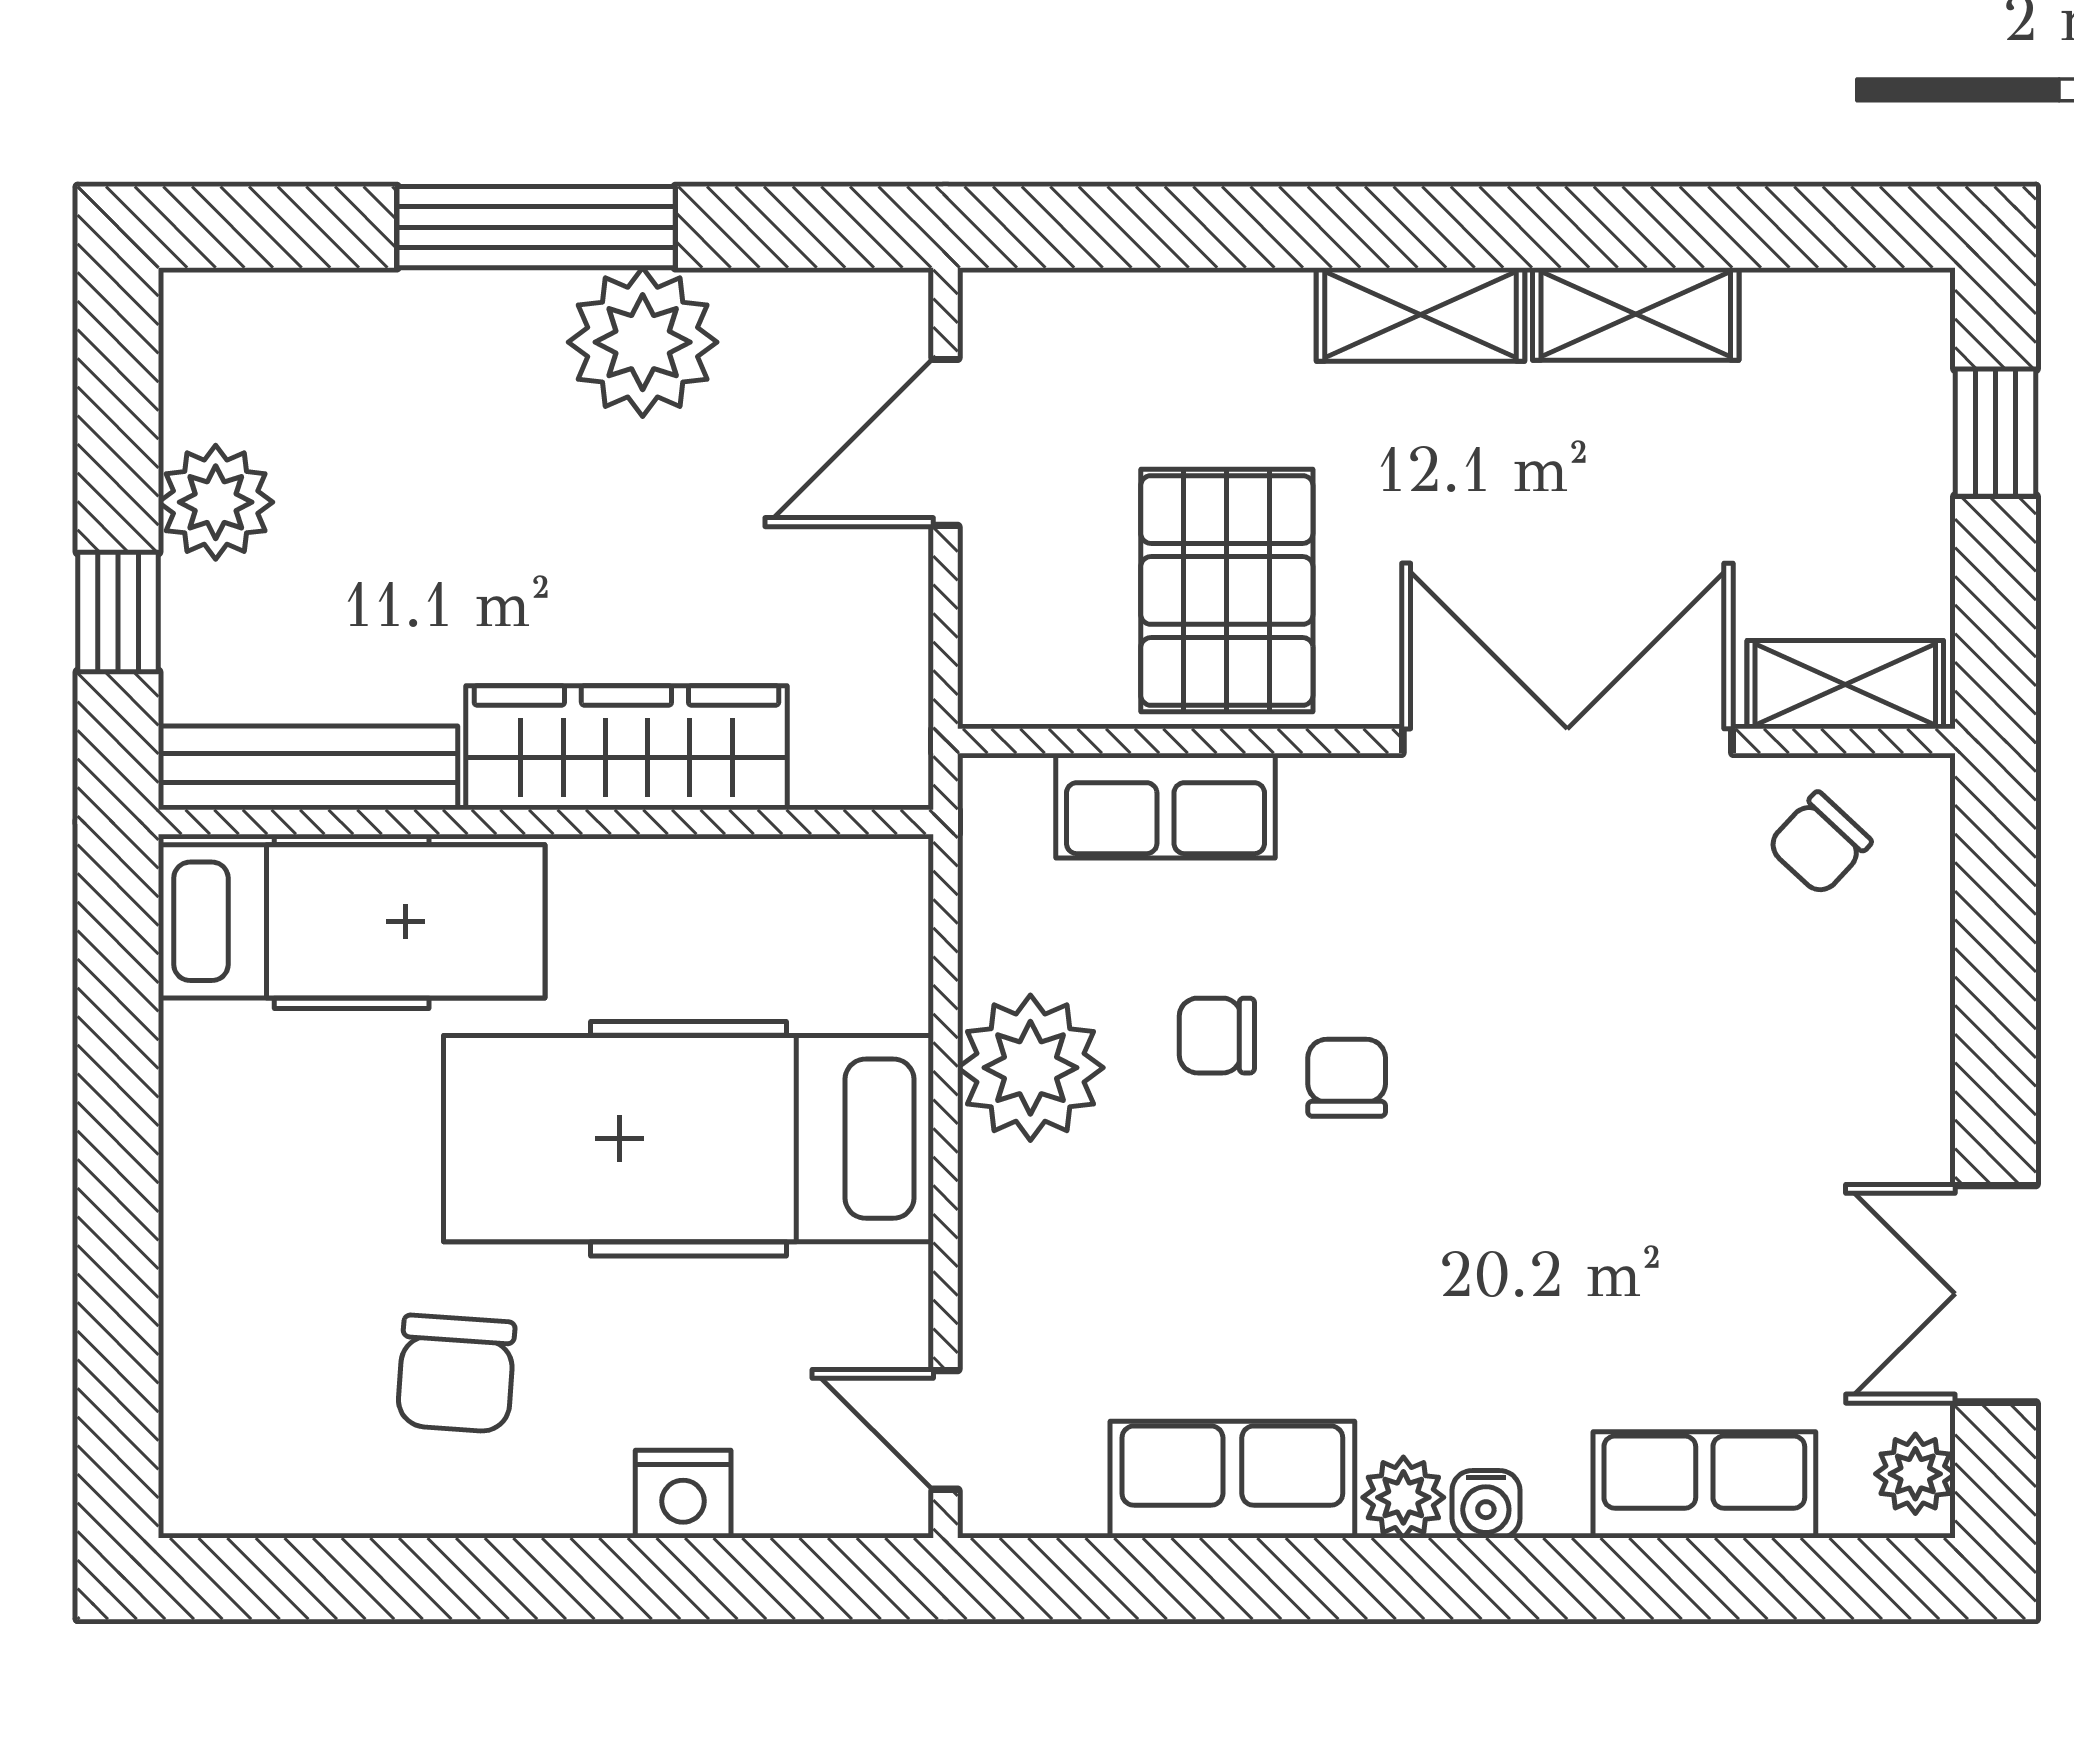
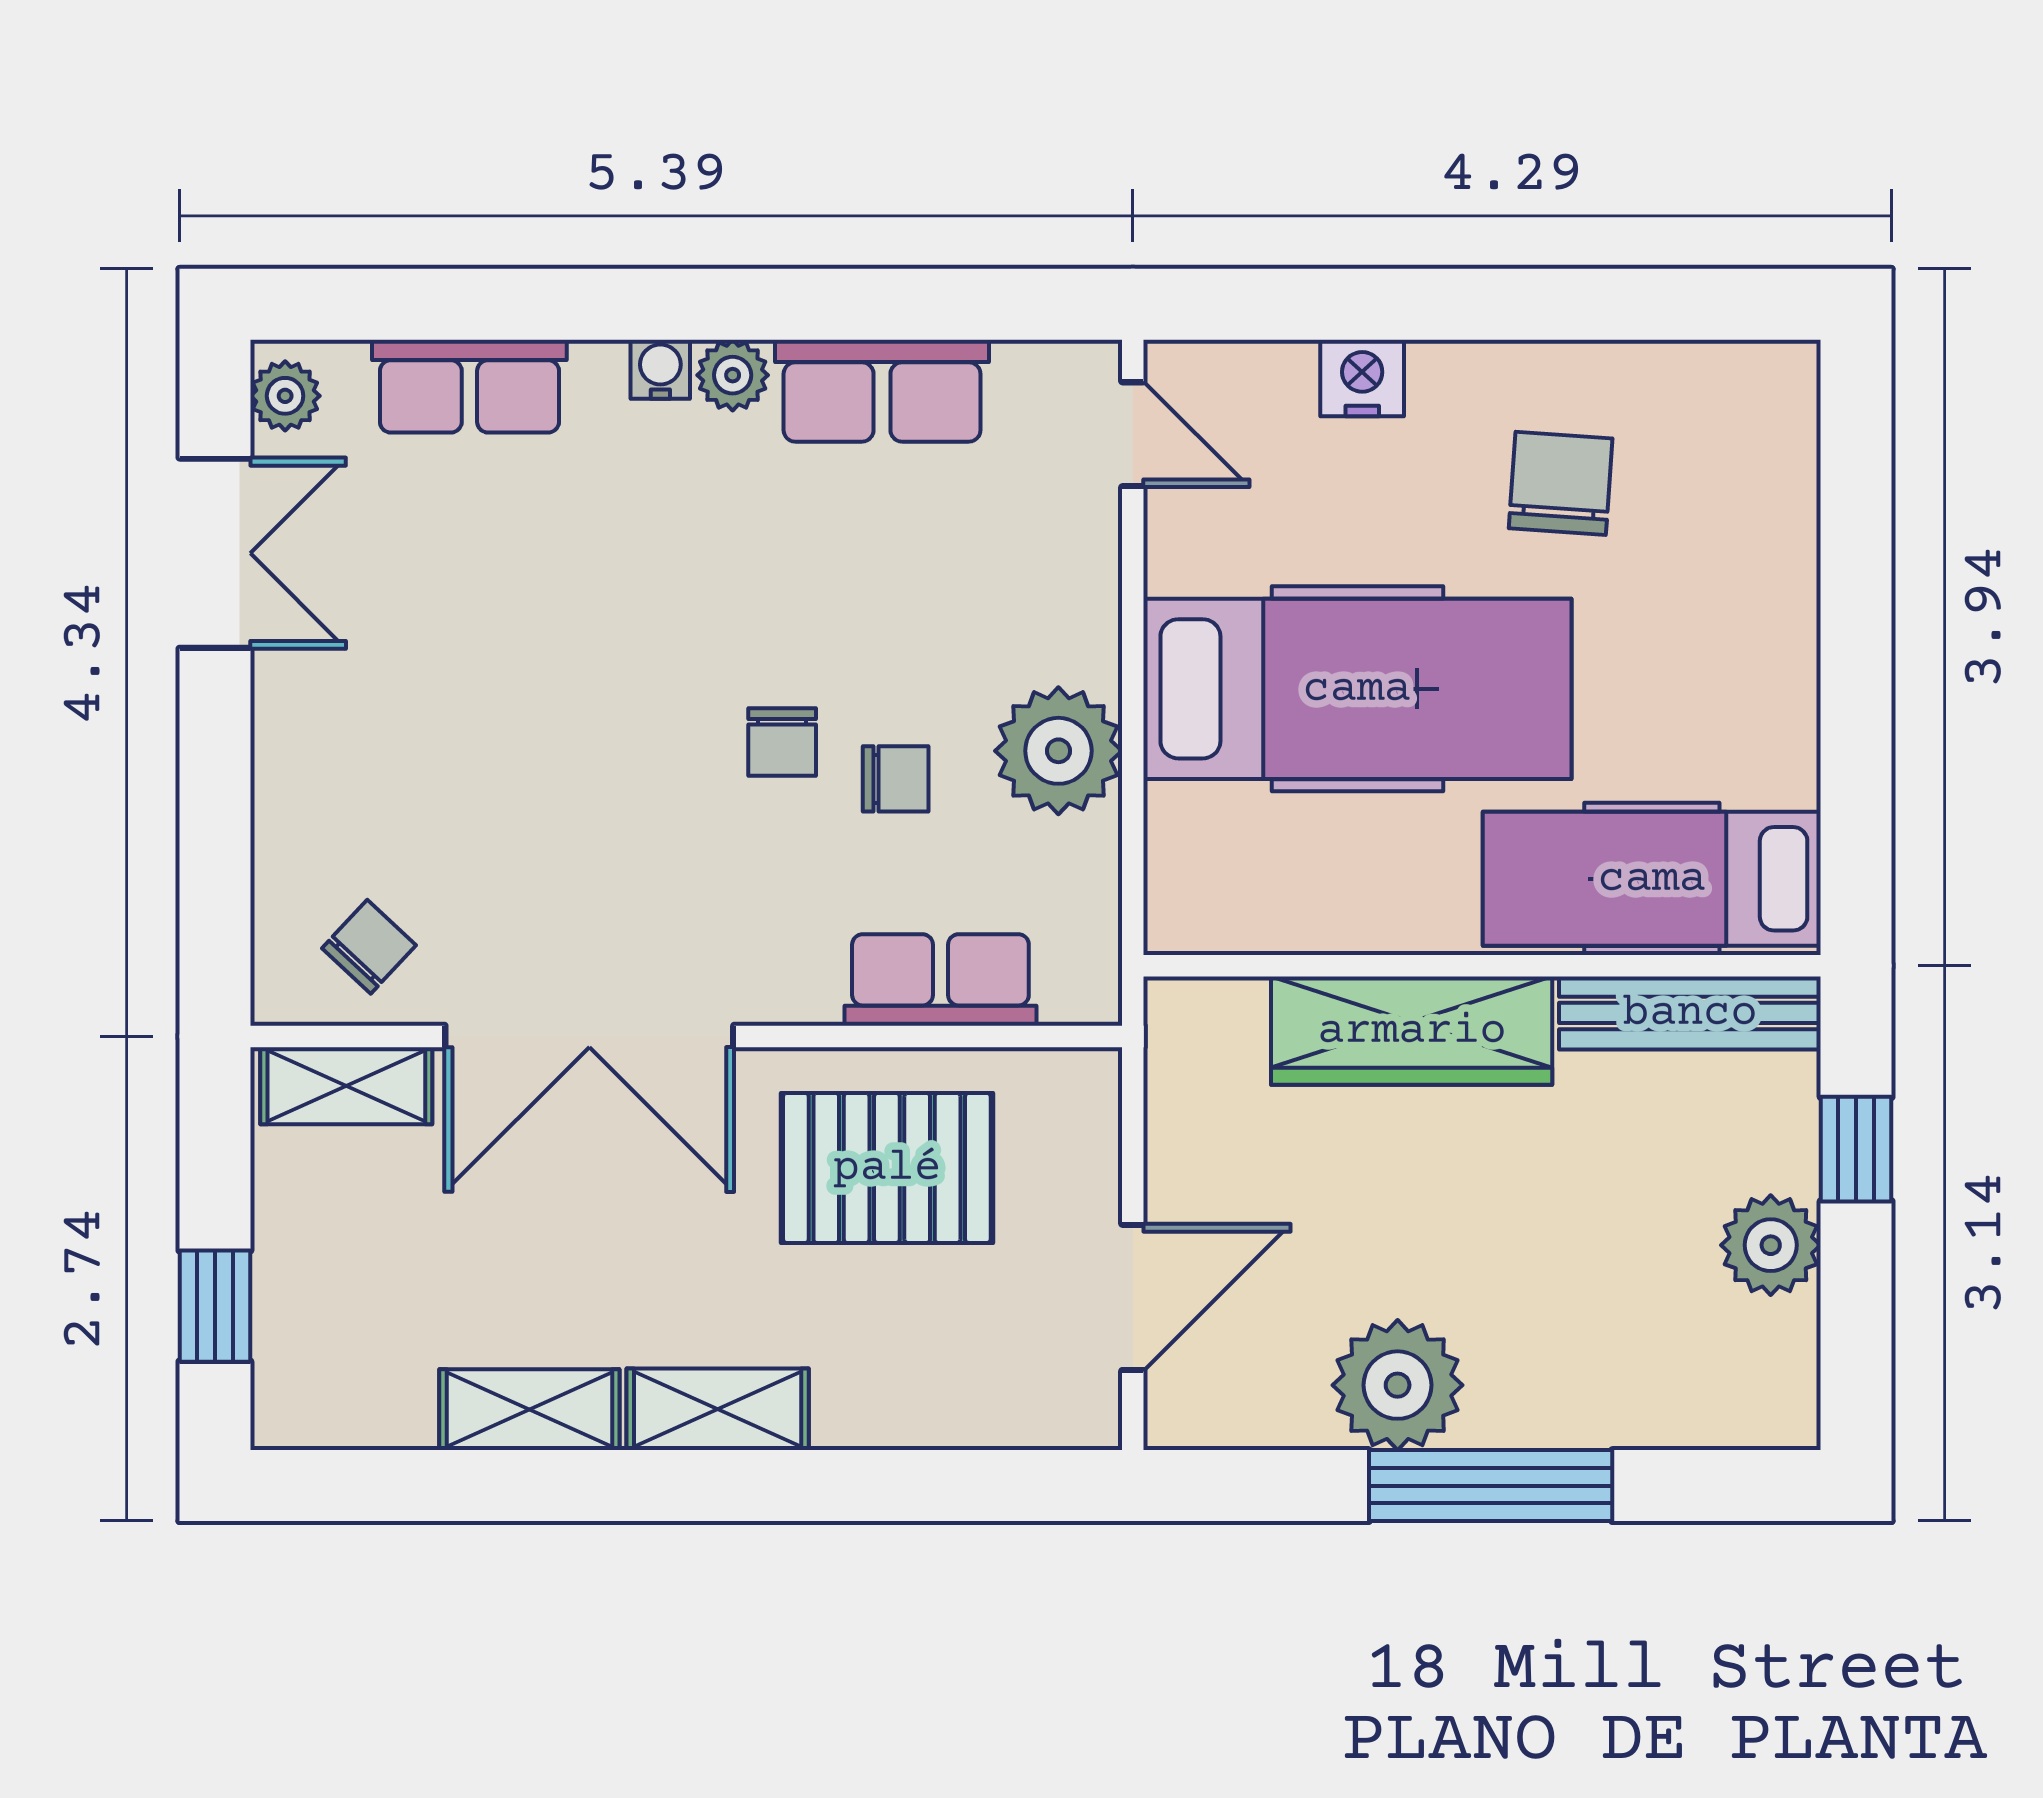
pallet: (1227, 590) -> (887, 1168), turned 90

